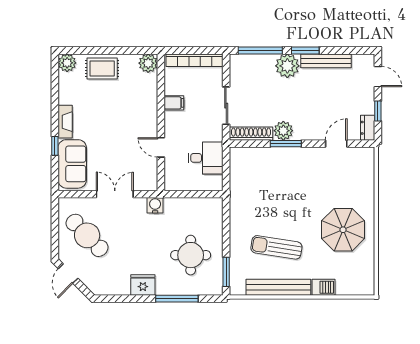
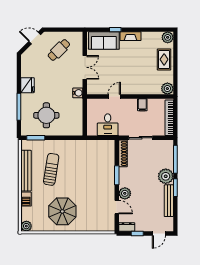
plant: (283, 131) -> (125, 193), moved
cafe table: (87, 235) -> (59, 50), width x0.73, depth x0.74
plant: (366, 287) -> (26, 226), added

